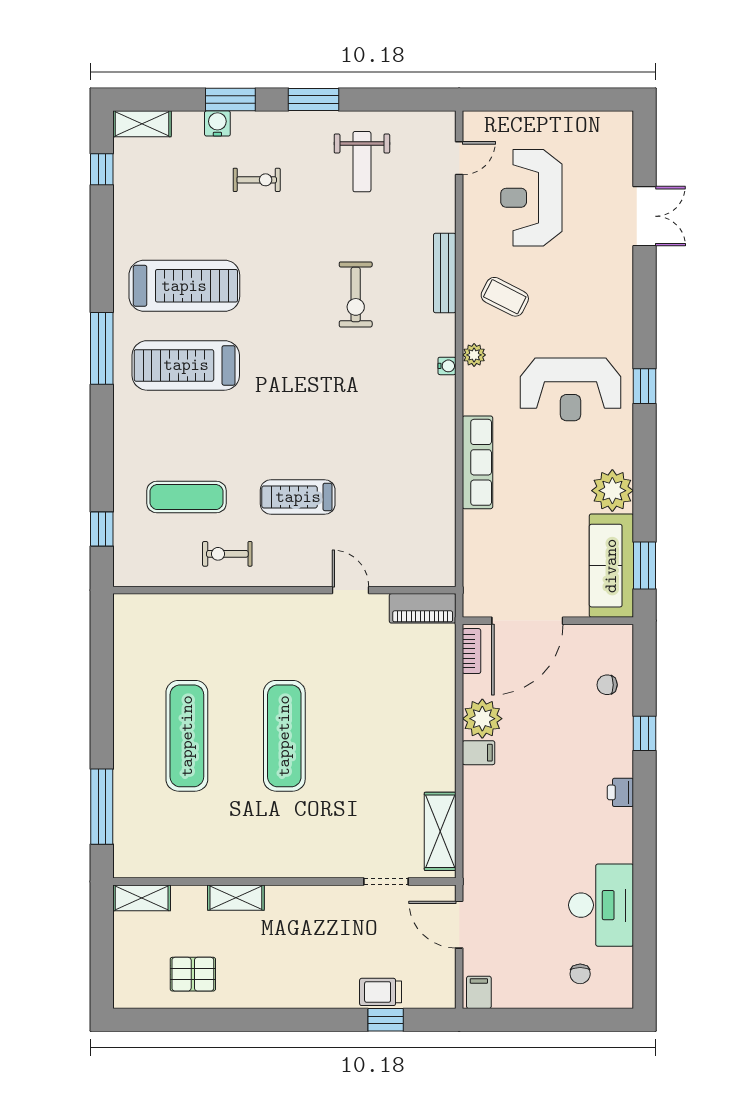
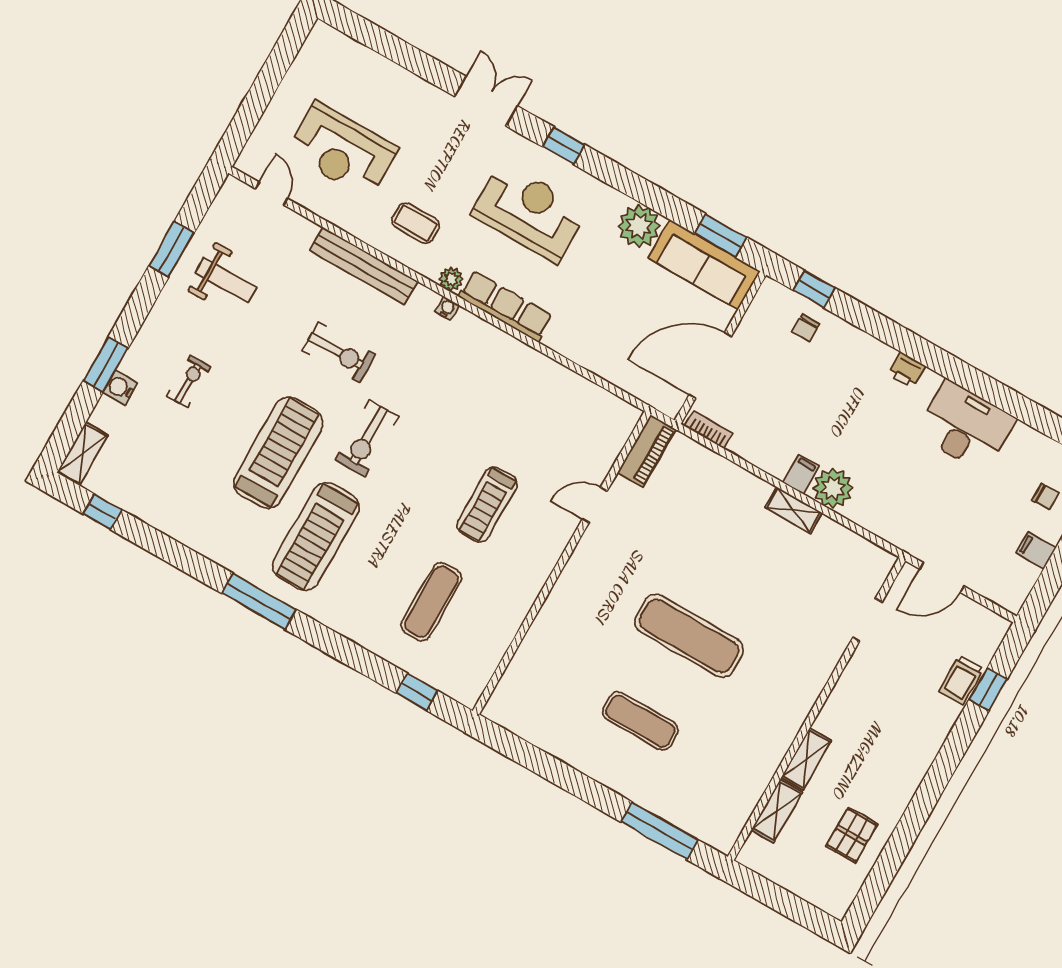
window: (314, 100) -> (171, 249), moved
double door: (645, 216) -> (486, 101), moved
bench: (445, 273) -> (363, 266), width x1.37, depth x1.21
treadmill: (184, 286) -> (278, 453), moved
coffee table: (505, 297) -> (416, 223), turned 63
reception desk: (571, 389) -> (529, 212), turned -90
row of seats: (477, 462) -> (505, 306), moved
exercise bike: (227, 554) -> (367, 438), moved, width x1.38, depth x1.39
door: (527, 621) -> (710, 366), swing flipped
plant: (482, 719) -> (833, 488), moved
window: (645, 733) -> (814, 289), moved
exercise mat: (187, 736) -> (640, 721), width x0.73, depth x0.69
shelving: (440, 831) -> (794, 510), moved, width x0.67, depth x0.75
shelving: (142, 898) -> (777, 811), moved
desk: (601, 905) -> (966, 426), moved
filing cabinet: (479, 992) -> (1036, 550), moved

